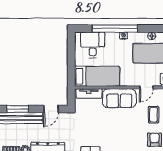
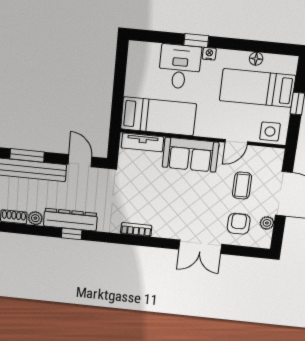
window: (115, 29) -> (196, 41), width x0.32
desk: (93, 45) -> (180, 67), moved
door: (51, 109) -> (80, 161), swing flipped

